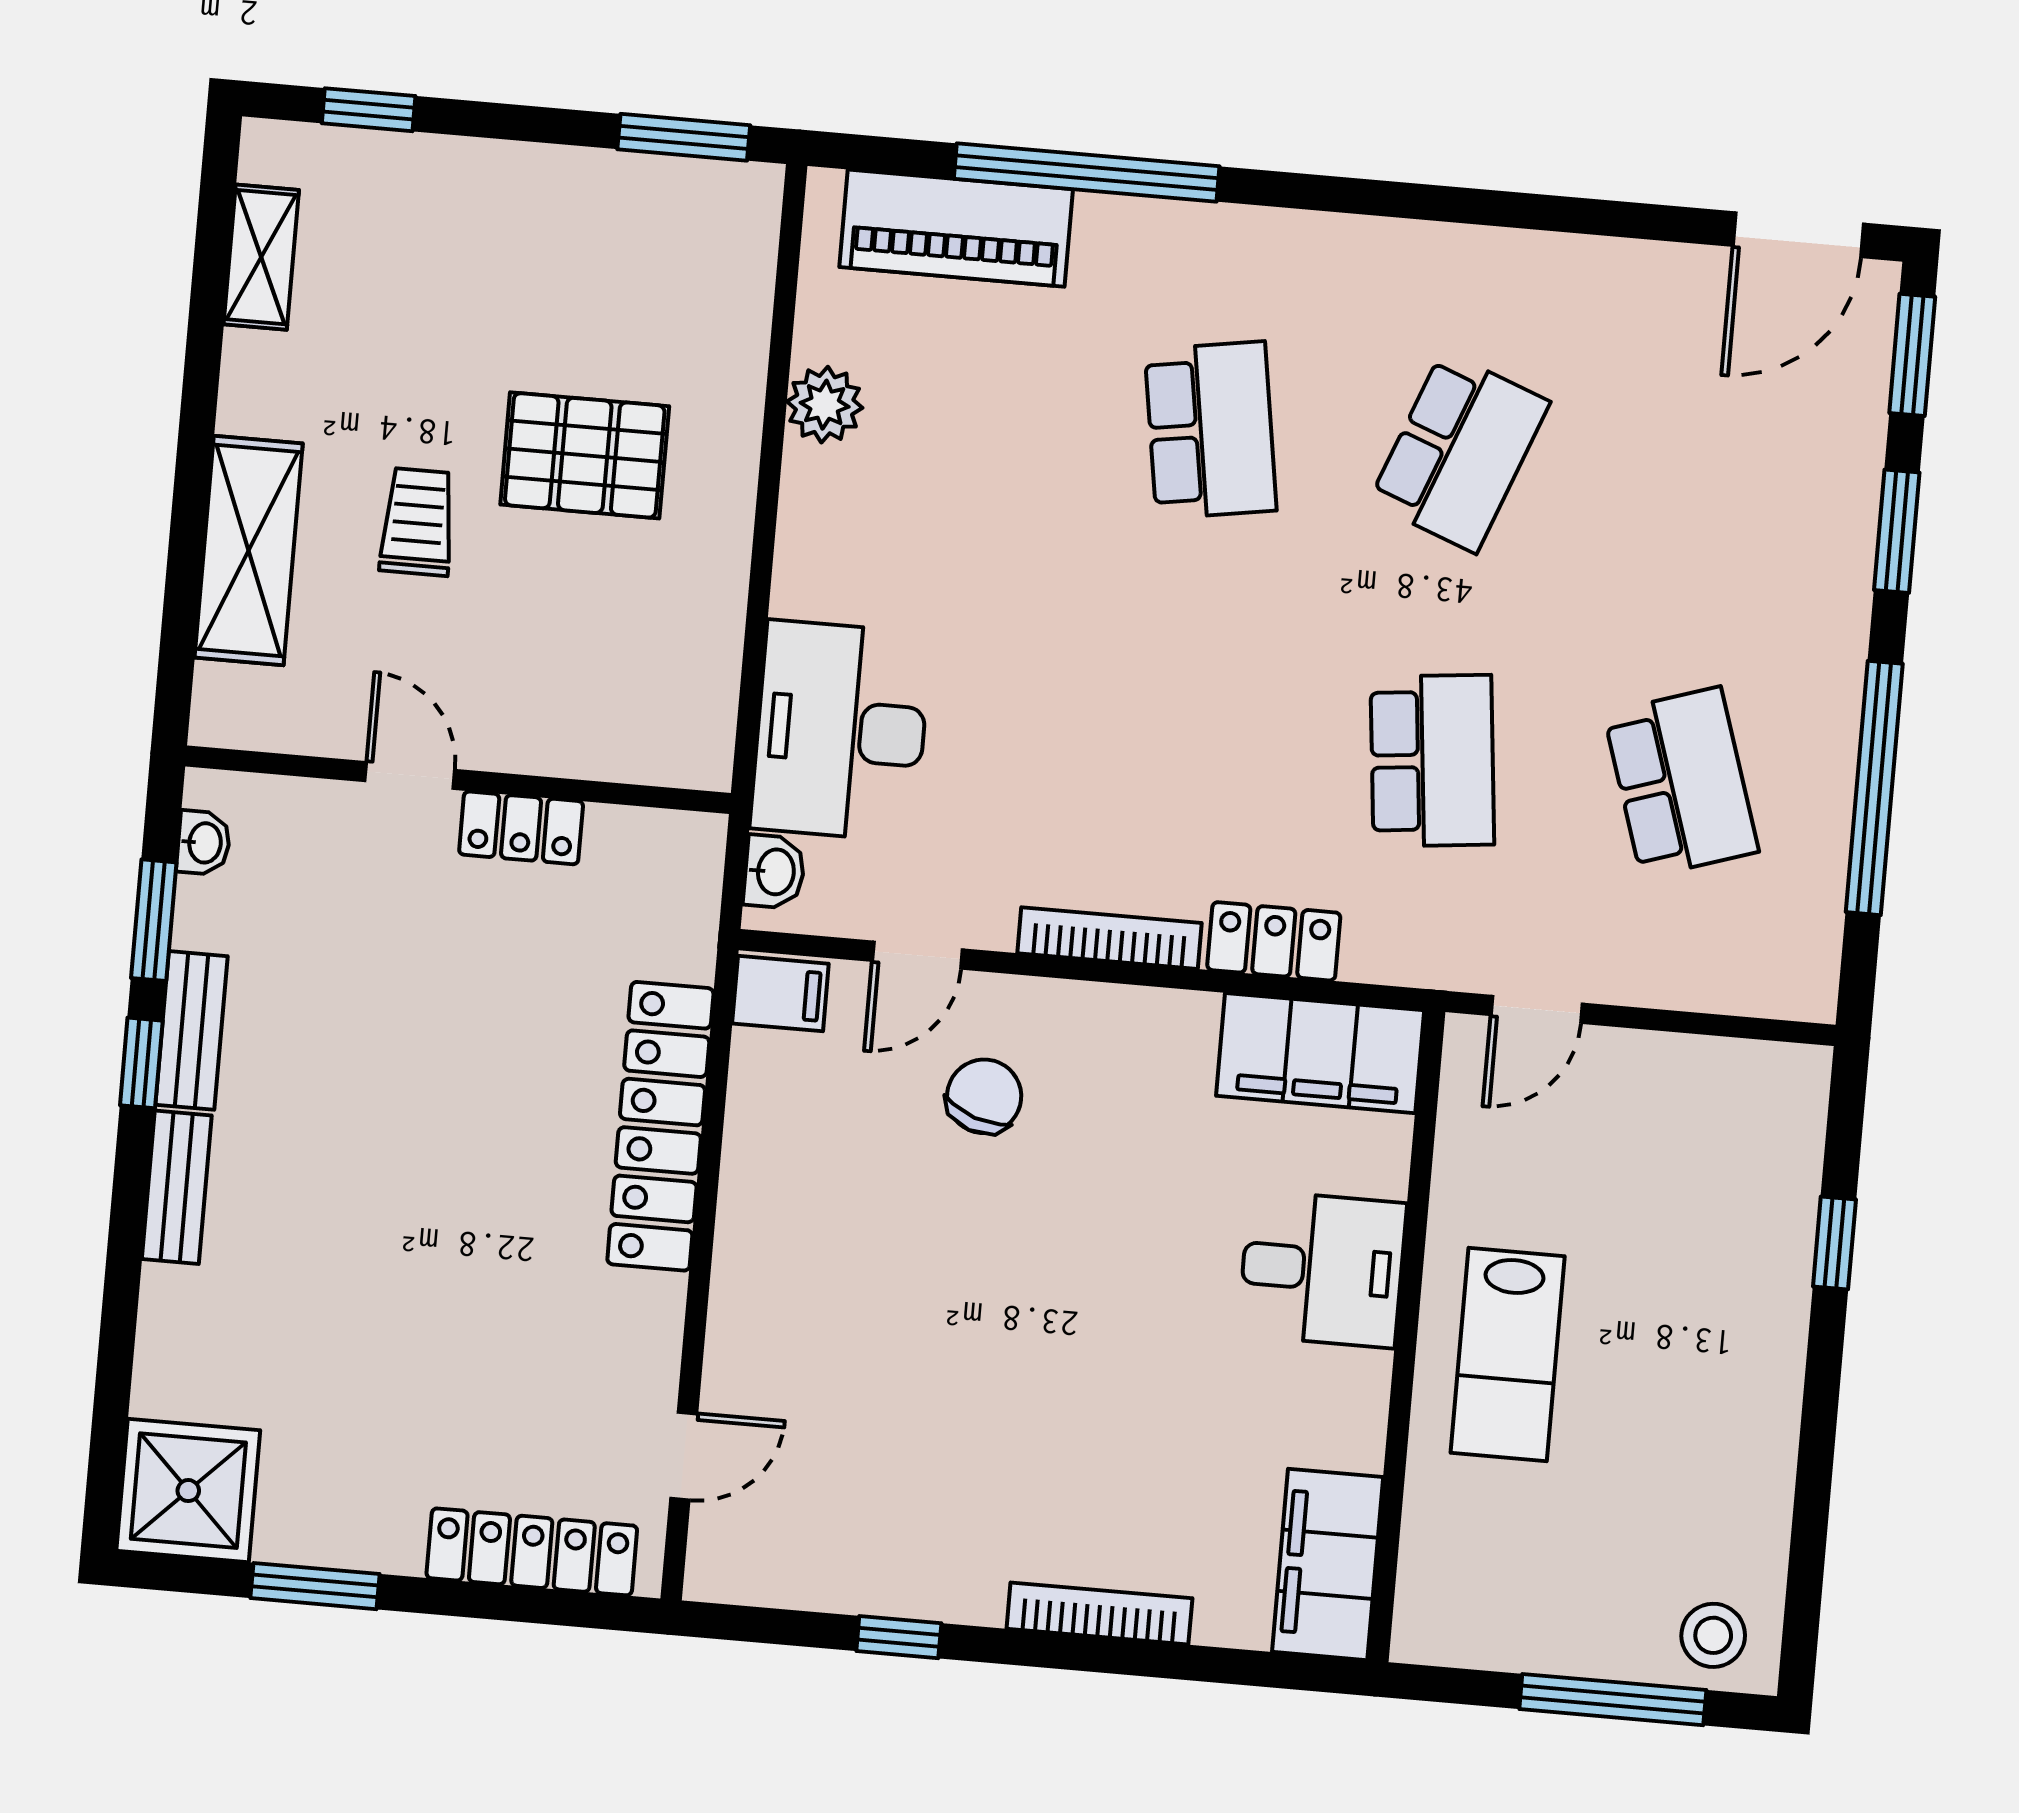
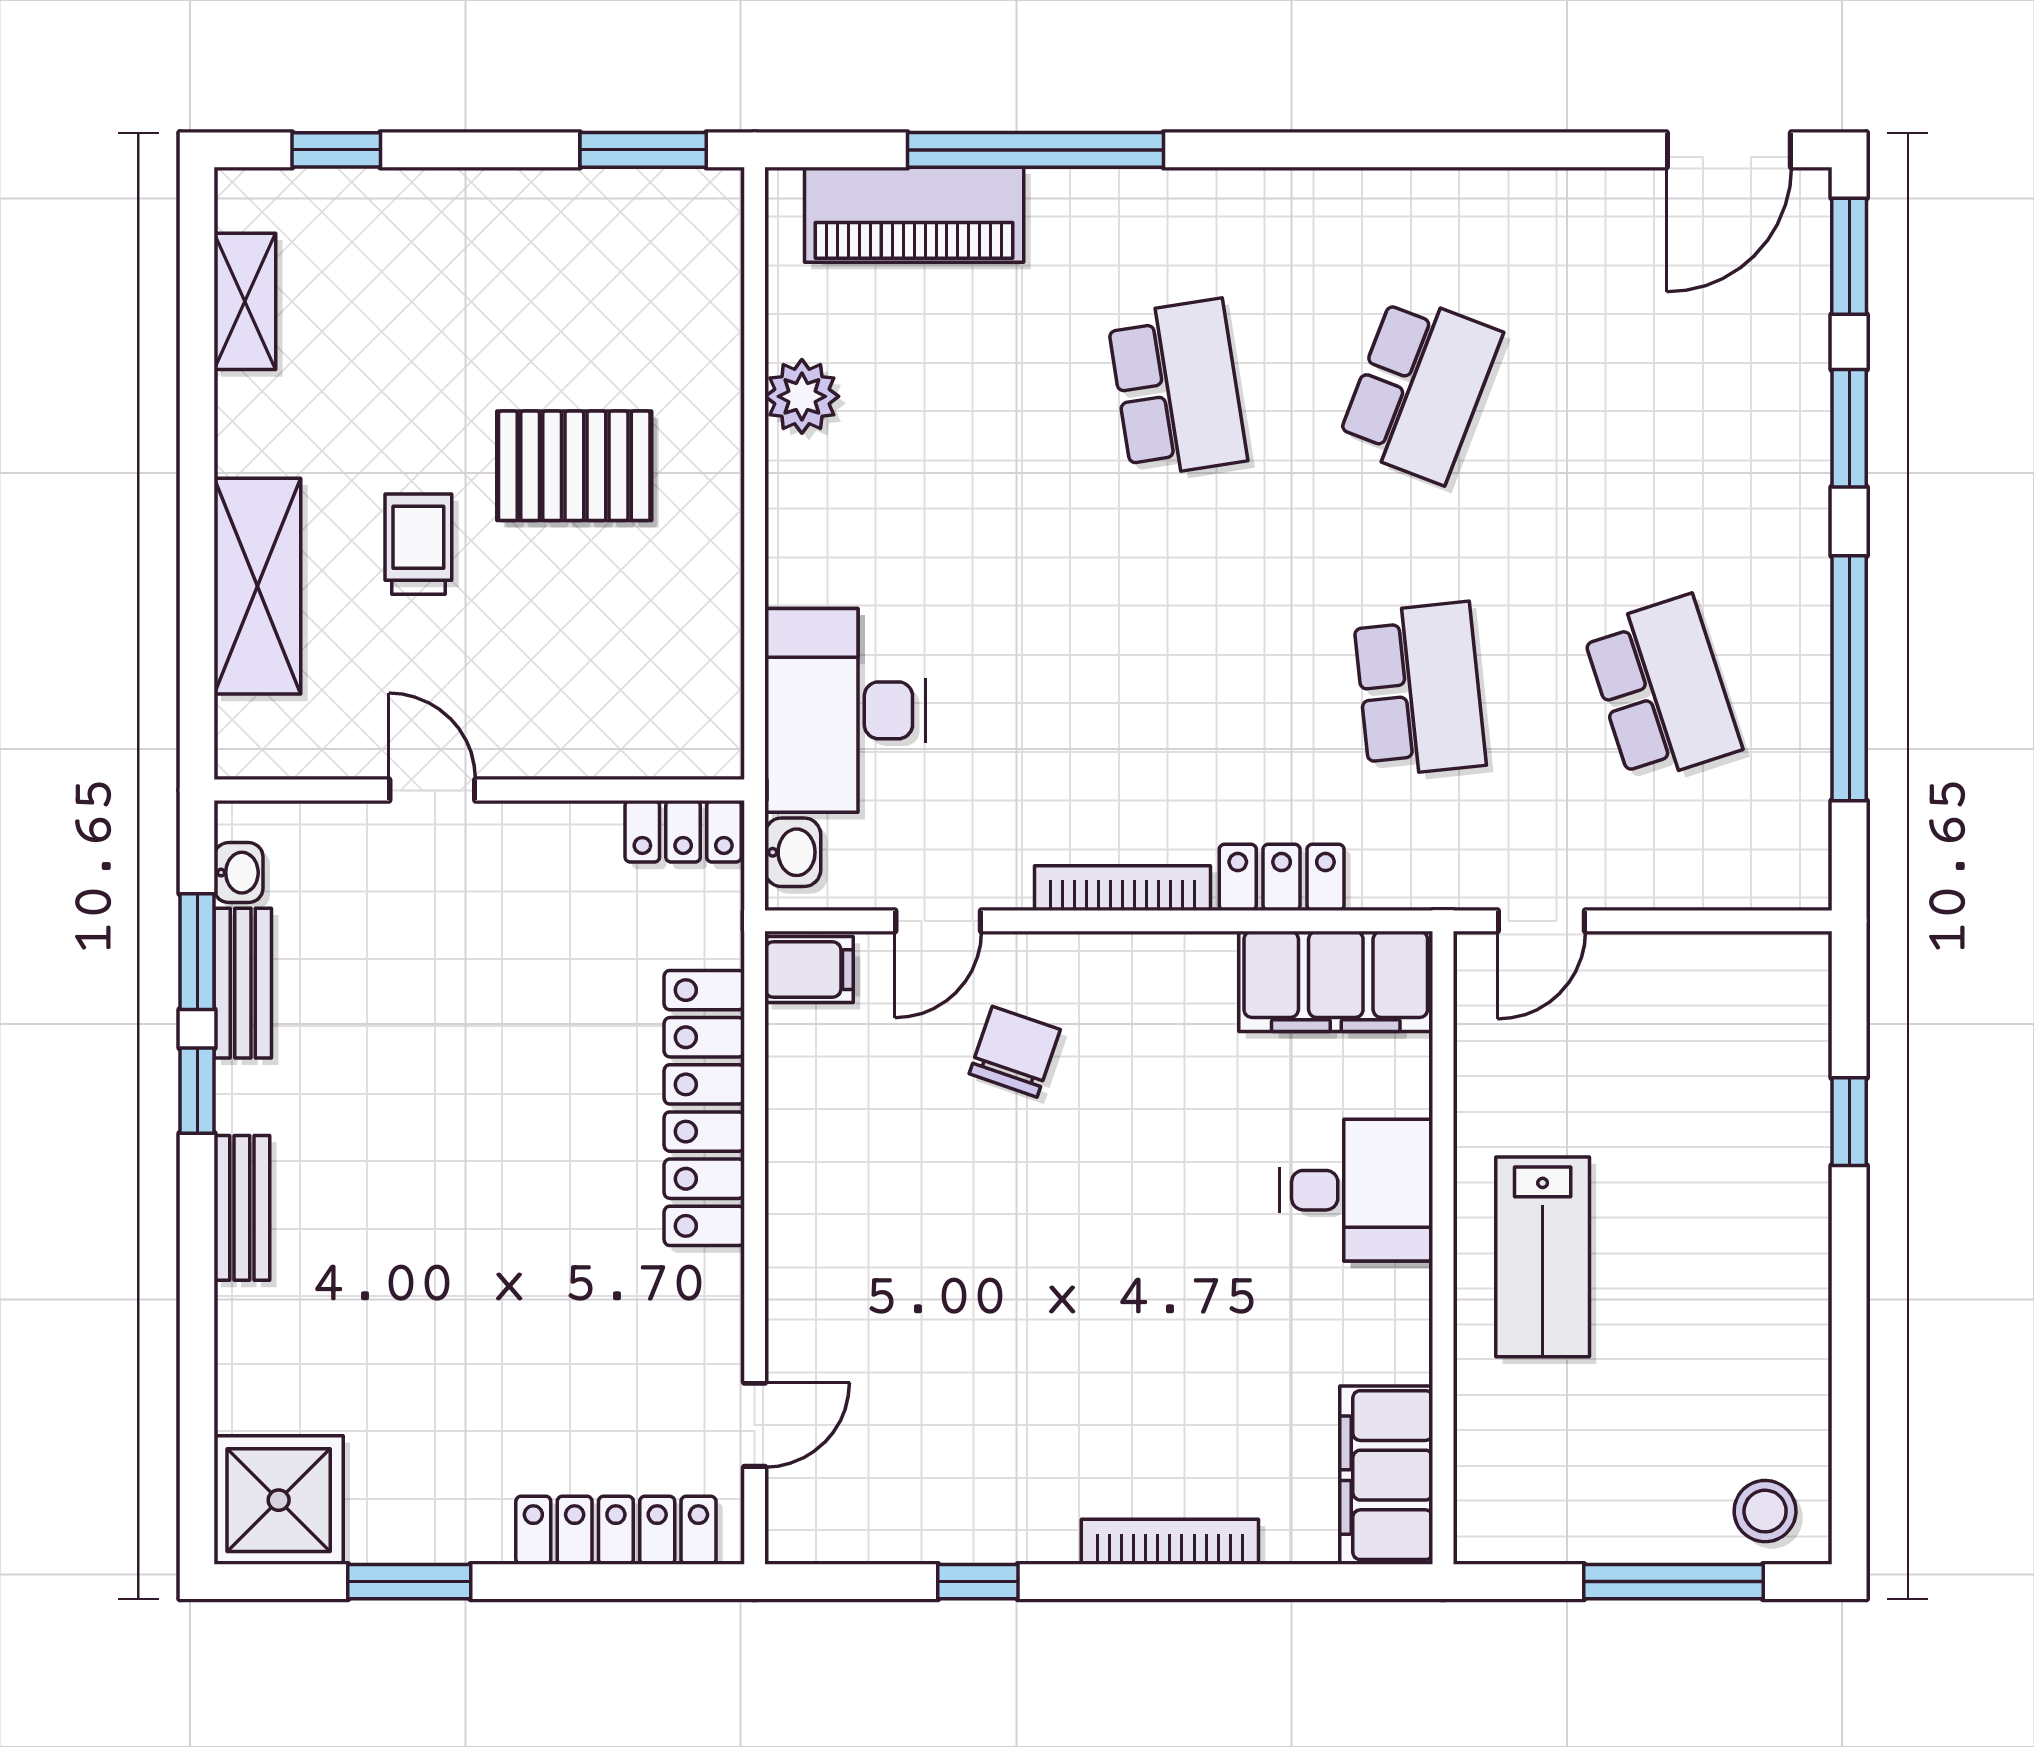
locker: (521, 828) -> (683, 831), moved
bench: (192, 1030) -> (243, 983), moved

